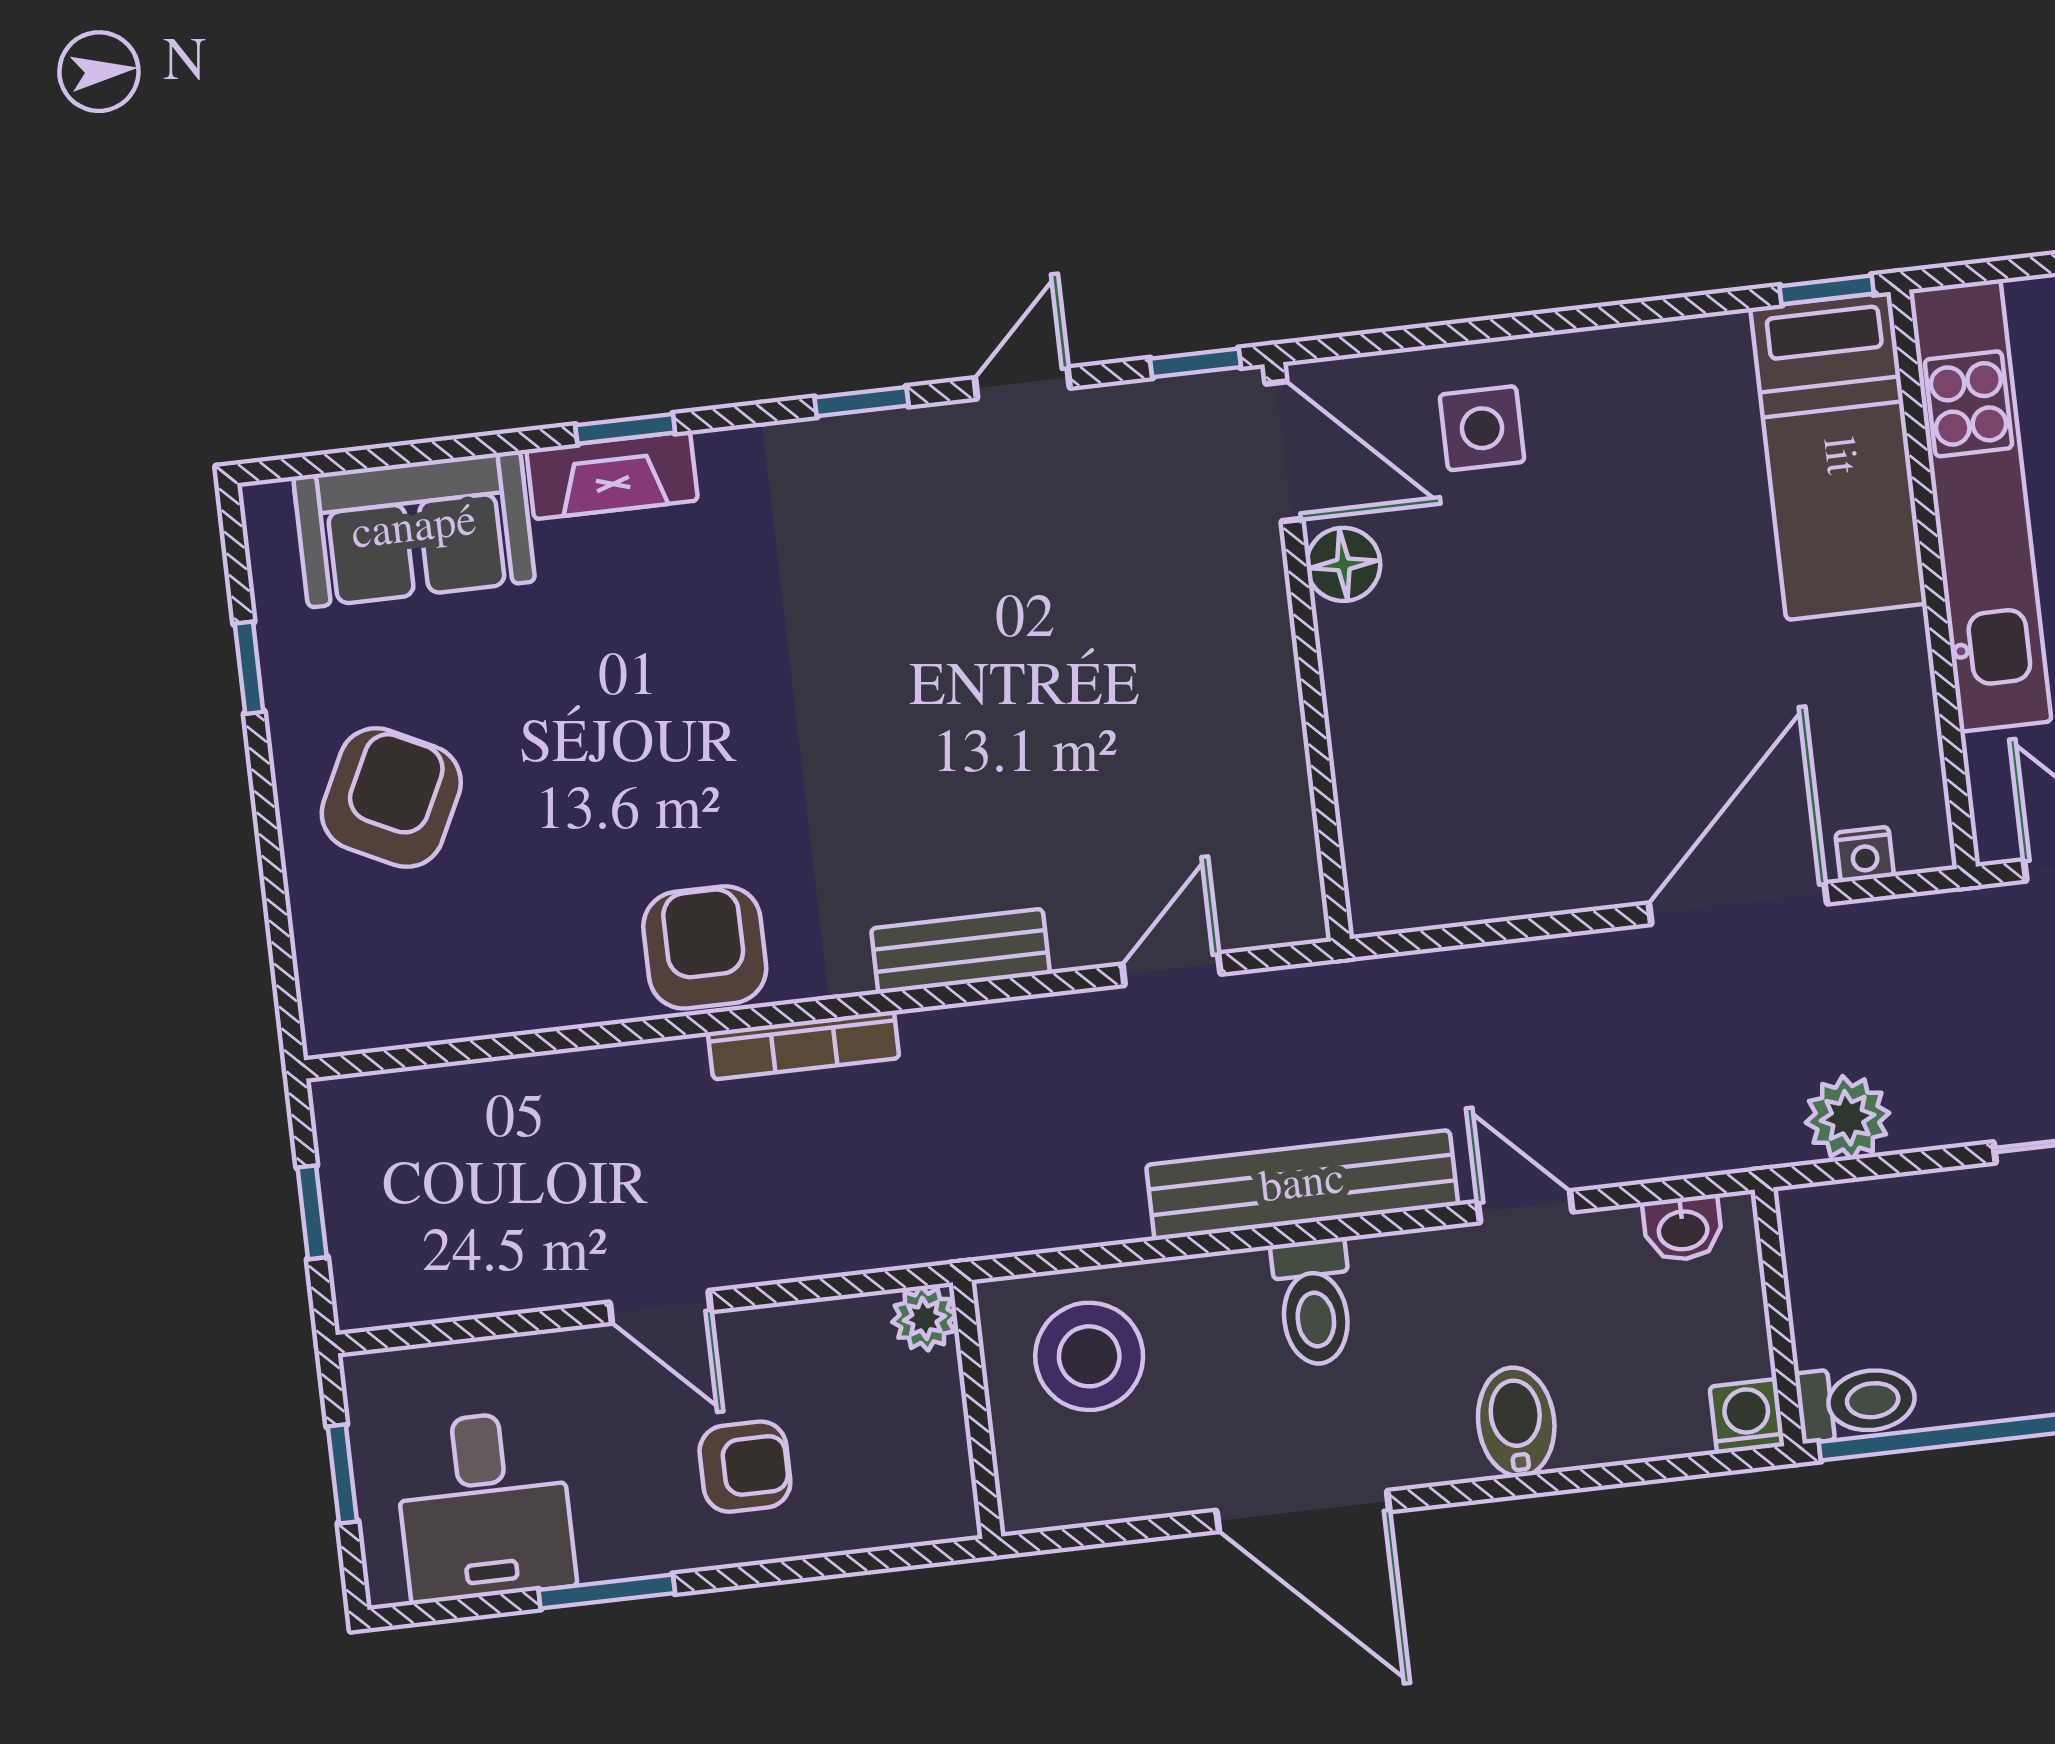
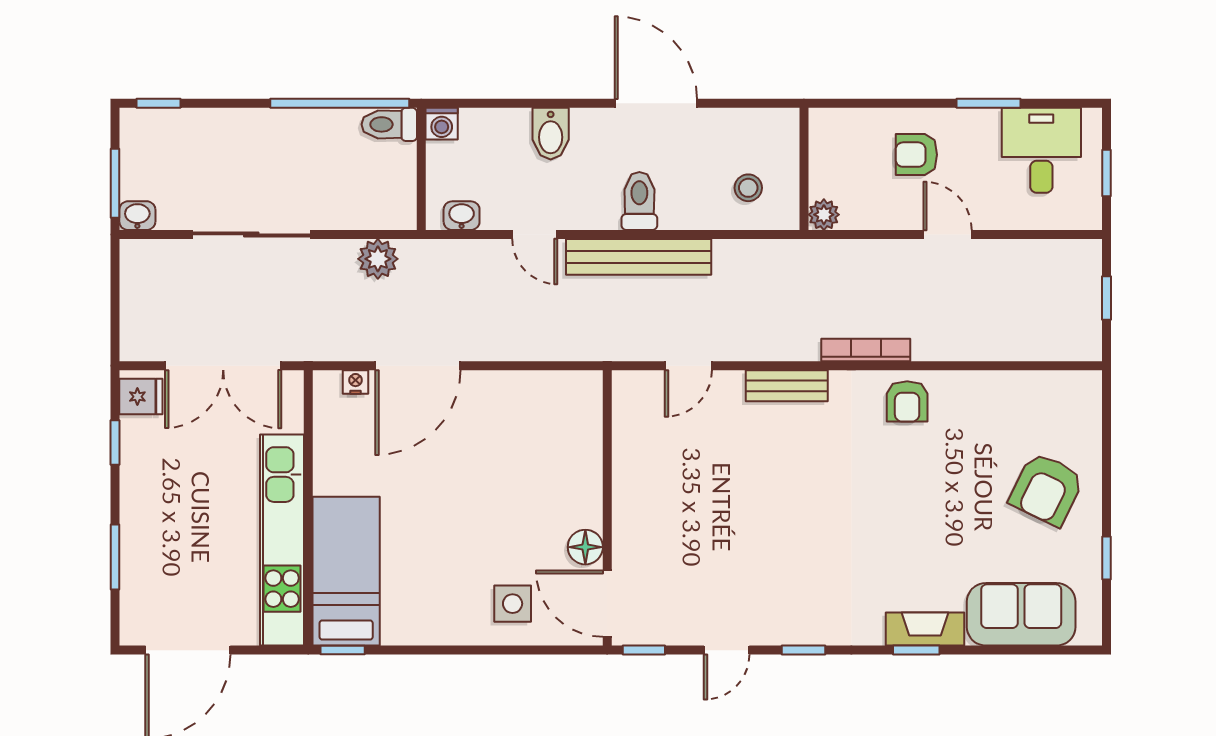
armchair: (705, 947) -> (907, 401), width x0.72, depth x0.72
stool: (1089, 1356) -> (748, 188), width x0.53, depth x0.53

